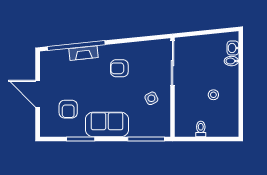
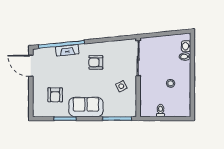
door: (38, 94) -> (31, 66), moved

